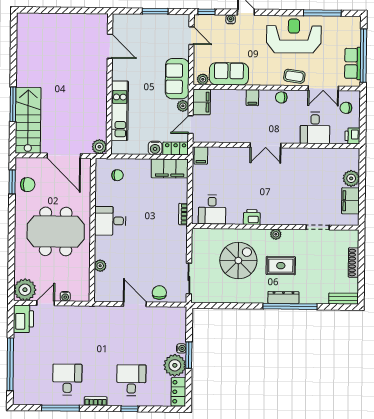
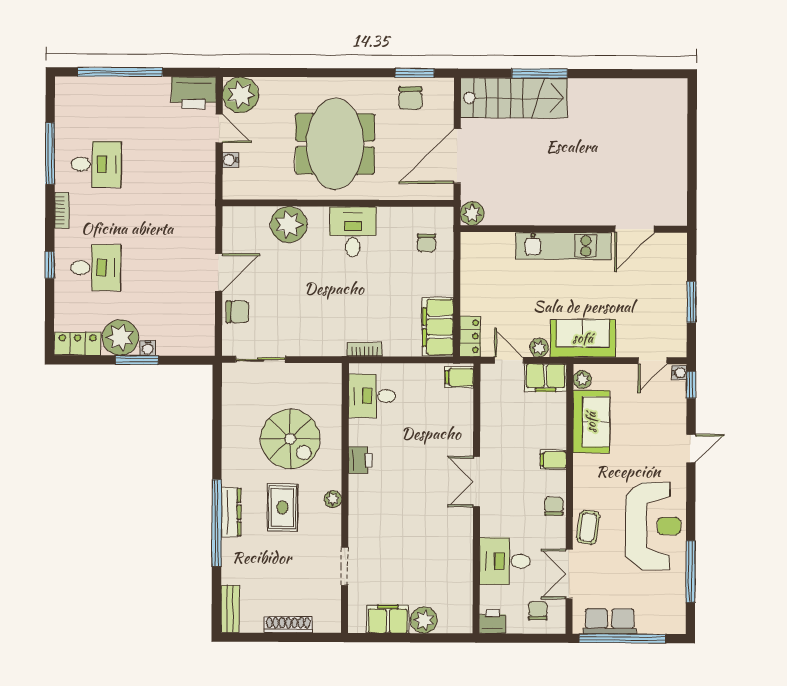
water cooler: (231, 19) -> (679, 373), moved
kitchen unit: (120, 111) -> (564, 246), moved
water cooler: (155, 148) -> (471, 303), removed
plant: (100, 266) -> (289, 225), width x1.88, depth x1.88

